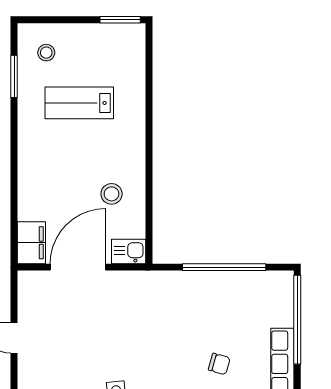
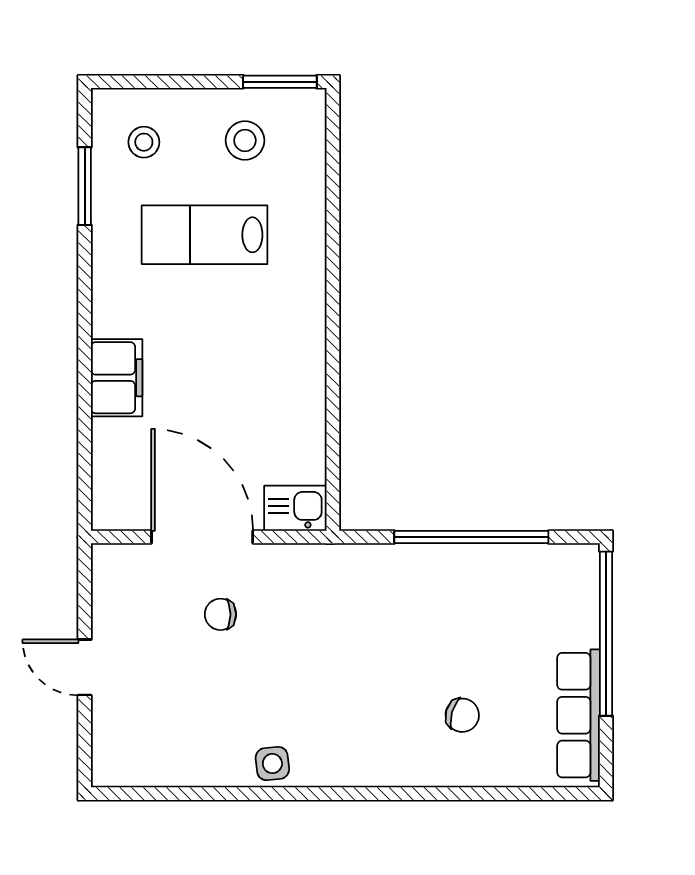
stool: (112, 194) -> (245, 140), moved
filing cabinet: (31, 243) -> (117, 378), moved
door: (78, 267) -> (202, 537), hinge flipped
chair: (88, 309) -> (220, 614), added

